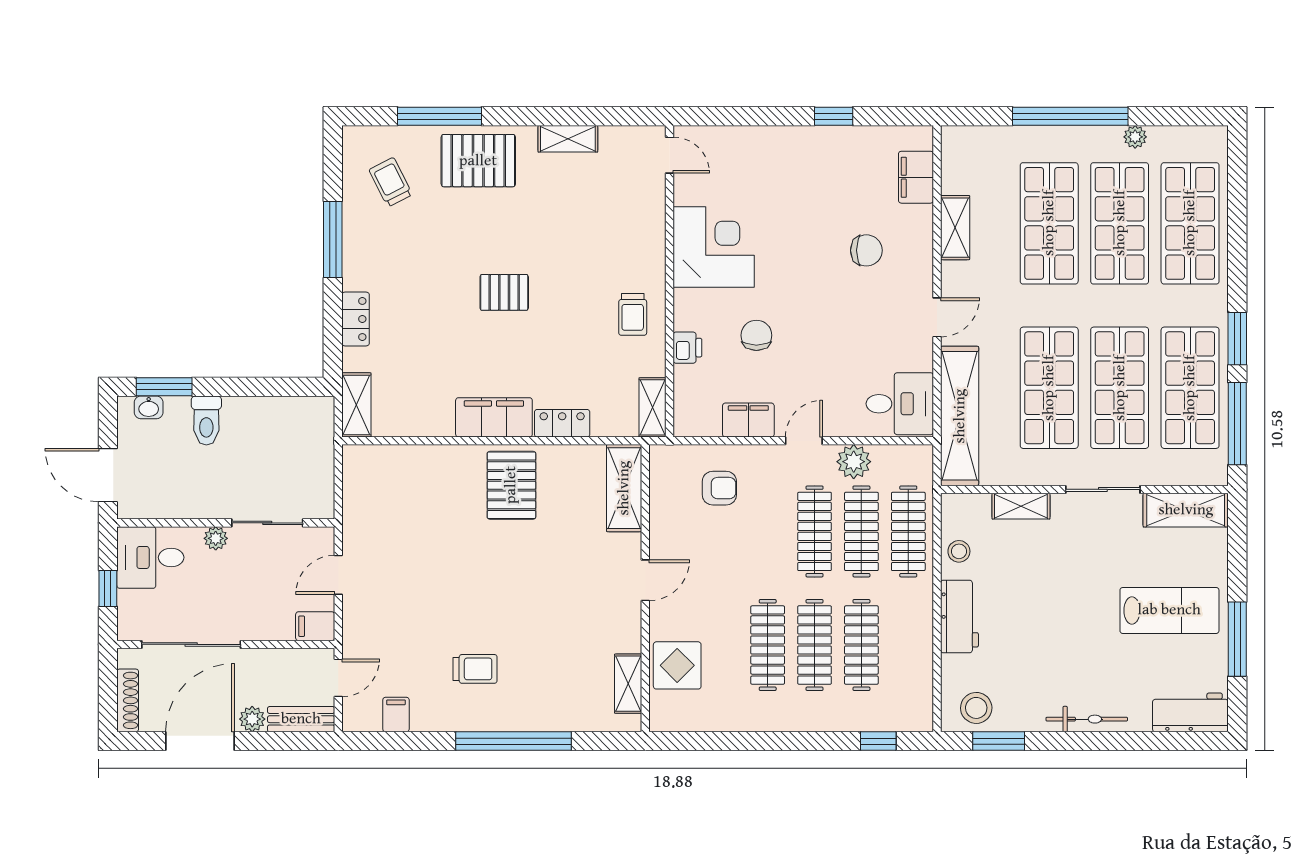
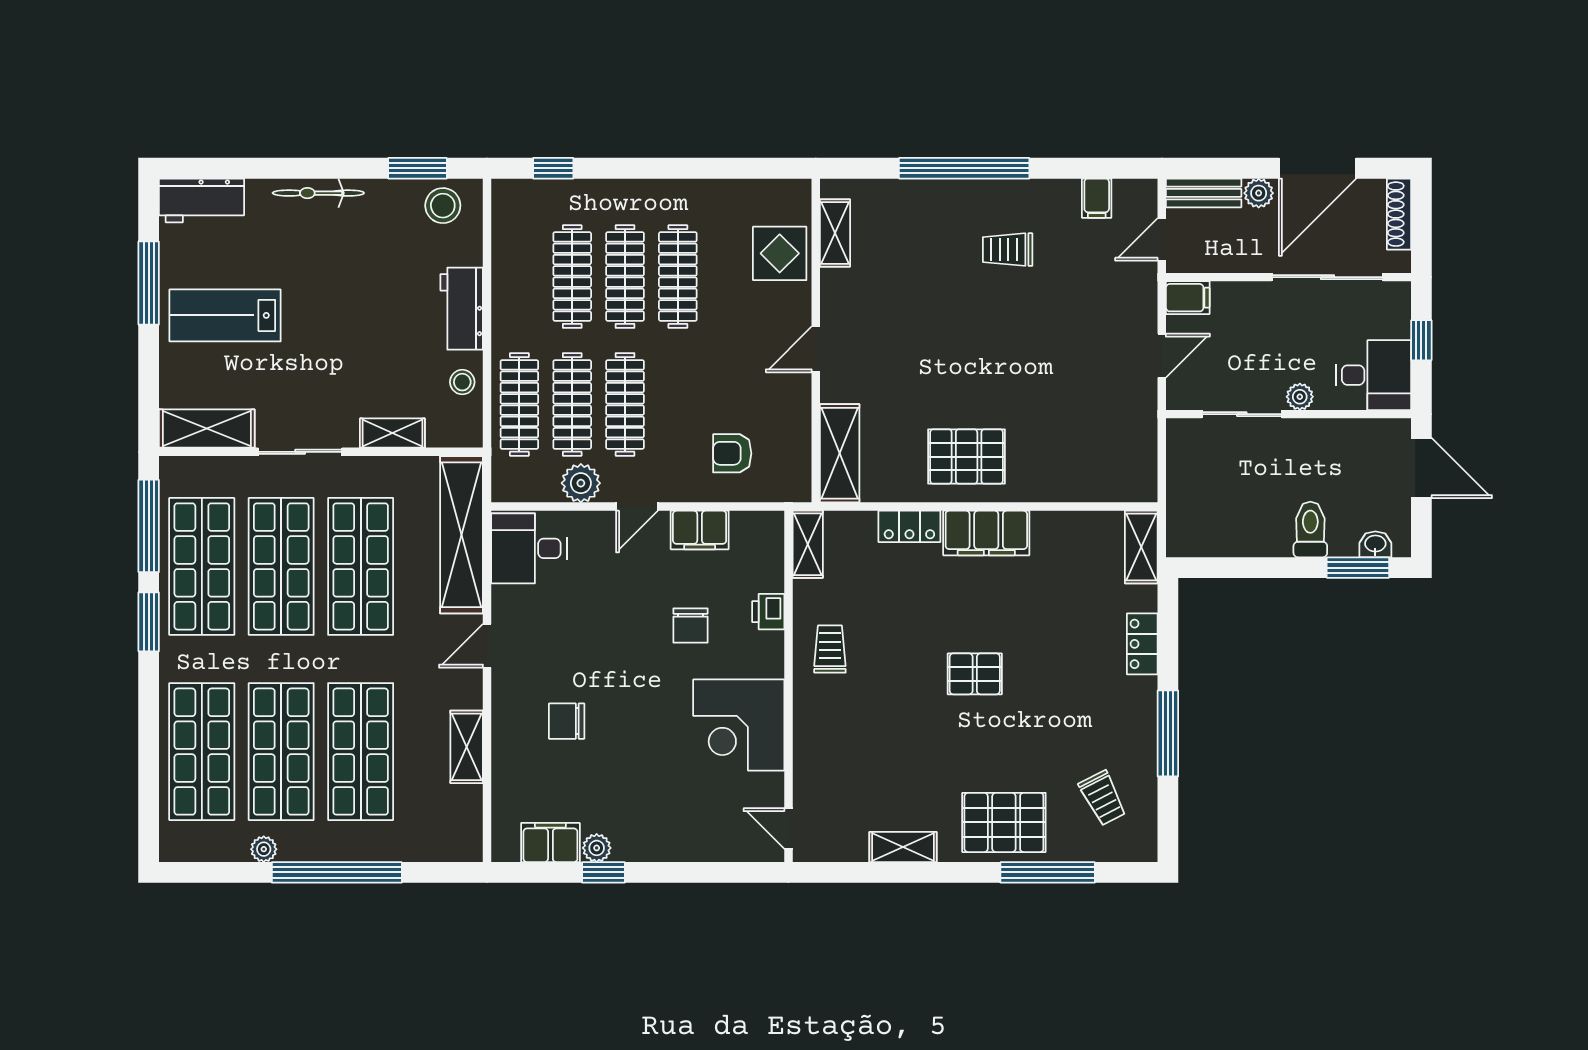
plant: (840, 138) -> (597, 848), added
filing cabinet: (916, 177) -> (550, 843), moved, turned -90
pallet: (511, 485) -> (967, 457), turned 90

